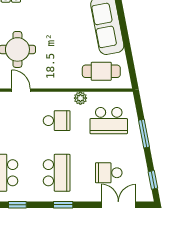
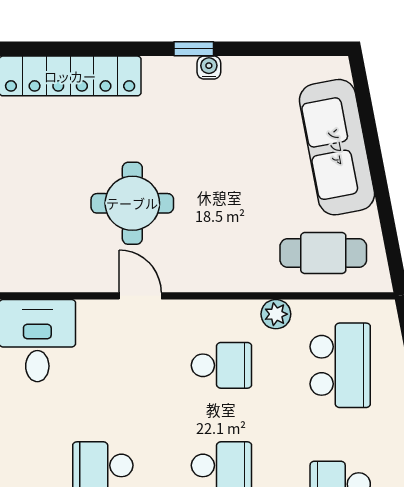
school desk: (109, 121) -> (340, 365), turned -90

